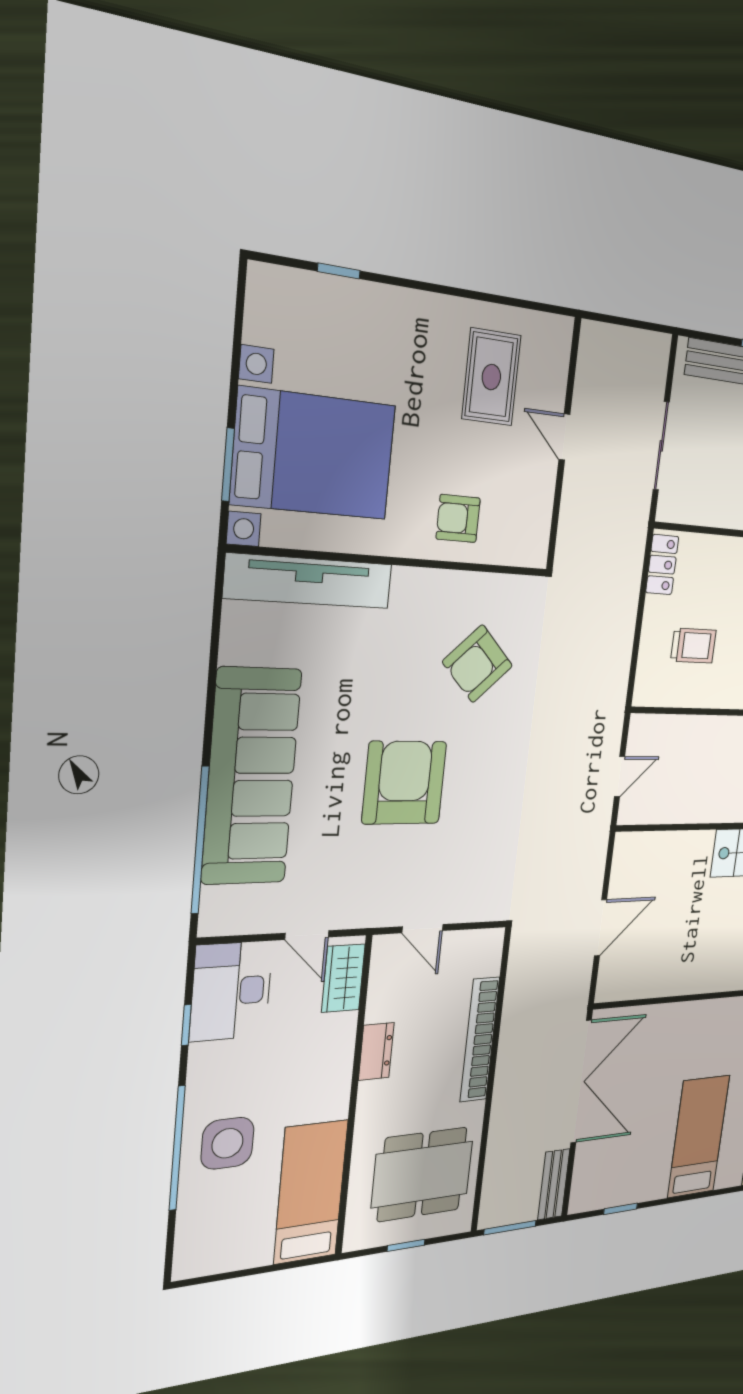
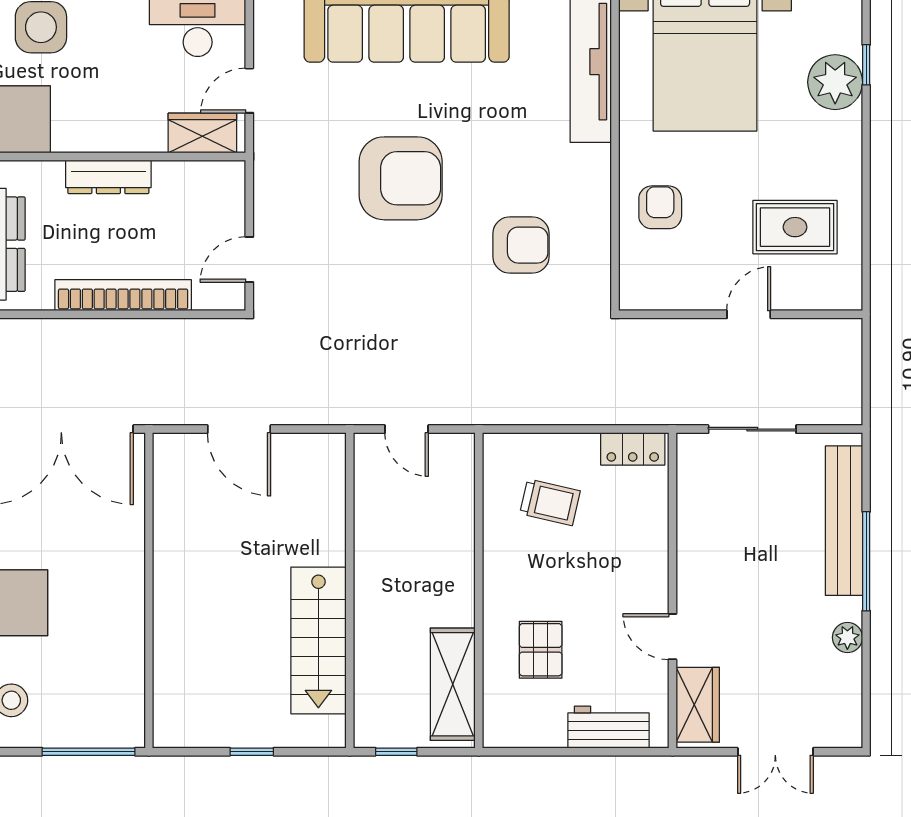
plant: (354, 310) -> (835, 82), added
trolley: (693, 646) -> (550, 502), turned -77
armchair: (478, 664) -> (521, 245), turned 134
door: (423, 929) -> (249, 260), moved
dresser: (376, 1051) -> (108, 177), width x1.44

